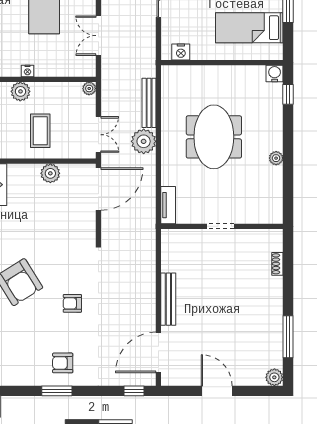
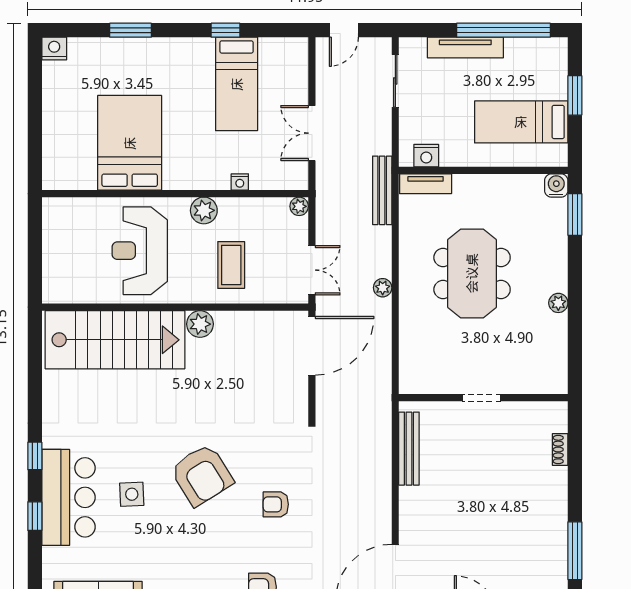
nightstand: (27, 71) -> (240, 182), moved
window: (288, 94) -> (575, 214), width x1.50
bench: (149, 103) -> (382, 190), moved
plant: (144, 141) -> (383, 288), width x0.53, depth x0.53
plant: (50, 173) -> (200, 324), moved
tv unit: (168, 205) -> (426, 184), moved, turned 90
bench: (168, 299) -> (409, 449), moved

